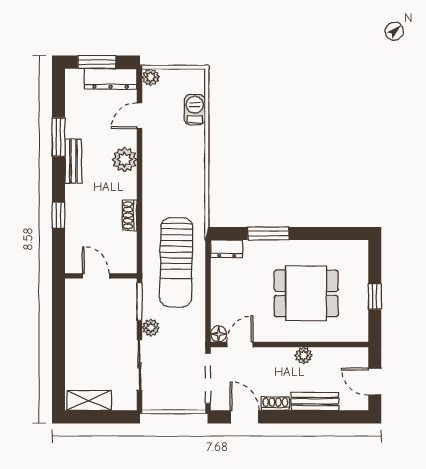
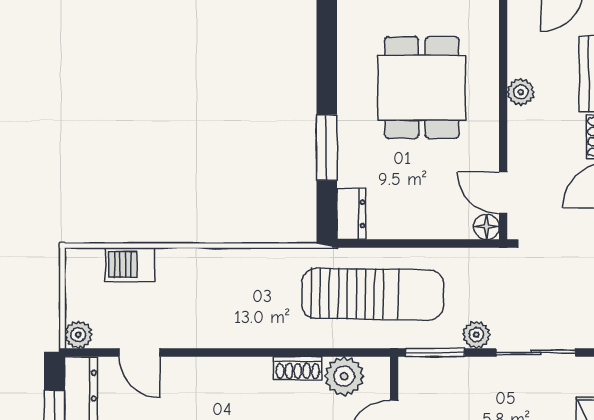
plant: (125, 160) -> (344, 376), moved

